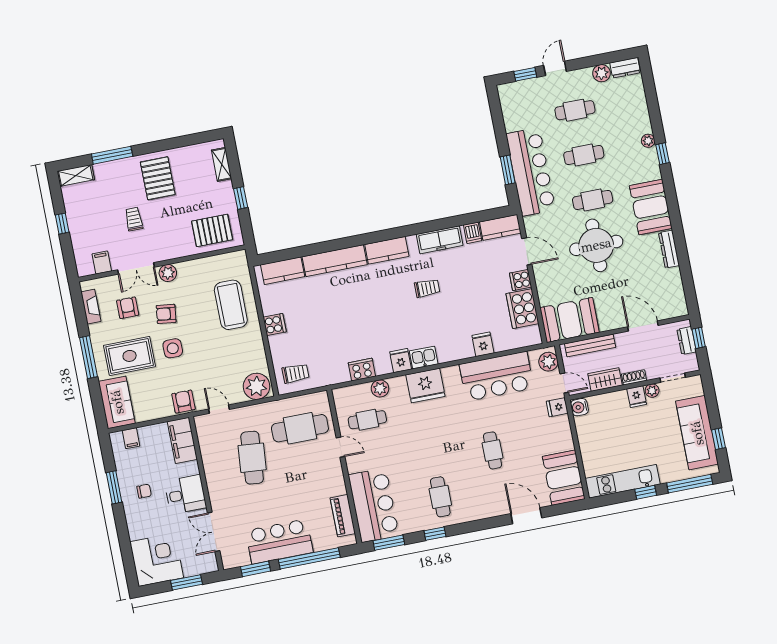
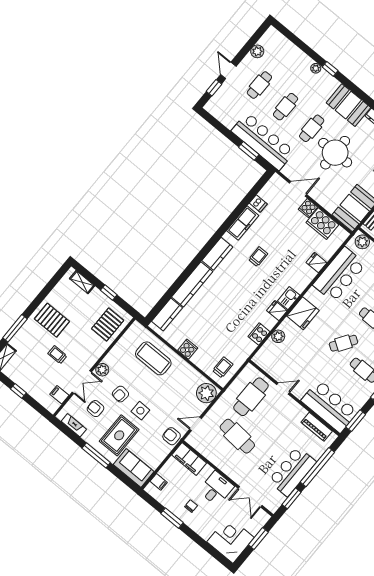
dresser: (625, 68) -> (268, 37), removed
kitchen counter: (500, 227) -> (272, 187), removed
cafe table: (367, 420) -> (343, 343), moved, turned 33

